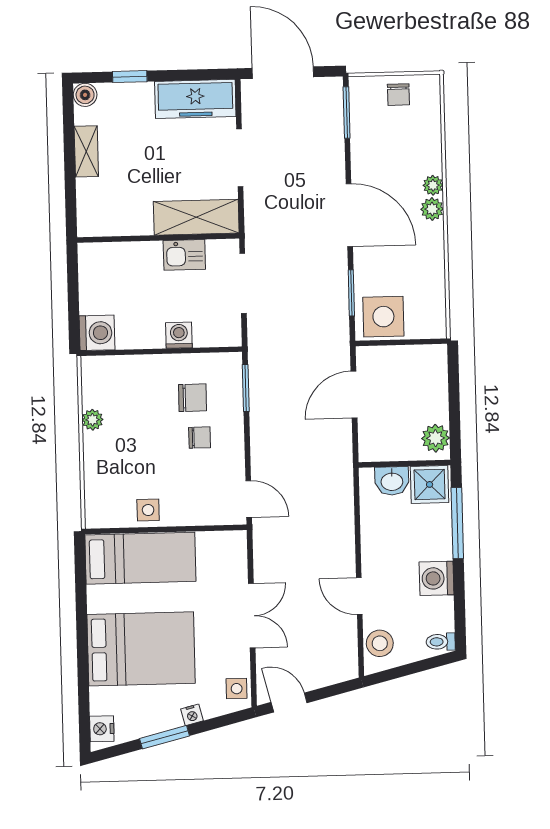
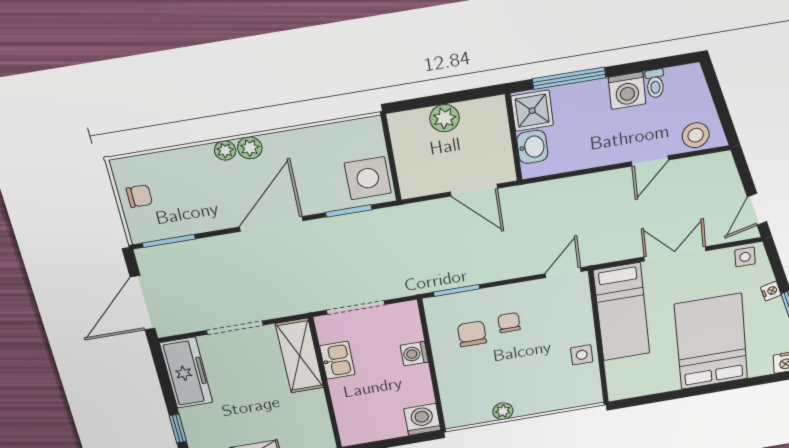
door: (354, 395) -> (474, 190), moved
plant: (436, 438) -> (445, 118), moved
bed: (140, 558) -> (622, 312), moved, turned 180
toilet: (441, 642) -> (655, 83), moved

